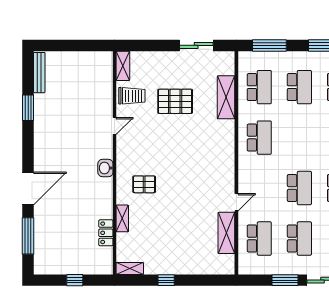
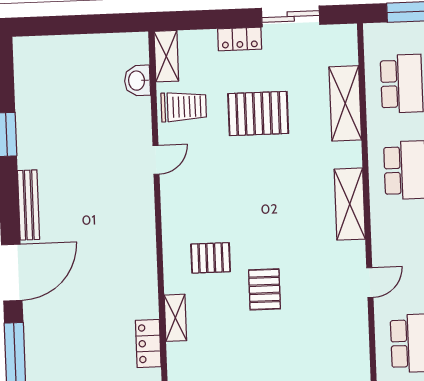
locker: (166, 57) -> (240, 39), added
bench: (39, 73) -> (29, 205), moved
washbasin: (105, 168) -> (137, 81), moved
pallet: (175, 204) -> (264, 289), added
shelving: (226, 233) -> (350, 204), moved

